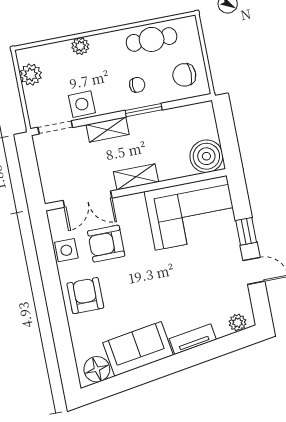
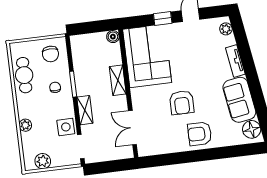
boiler: (206, 156) -> (113, 37), width x0.54, depth x0.54
shelving: (136, 177) -> (118, 80), moved
double door: (87, 199) -> (132, 128), swing flipped
armchair: (106, 244) -> (182, 103), moved
side table: (66, 250) -> (167, 145), removed

